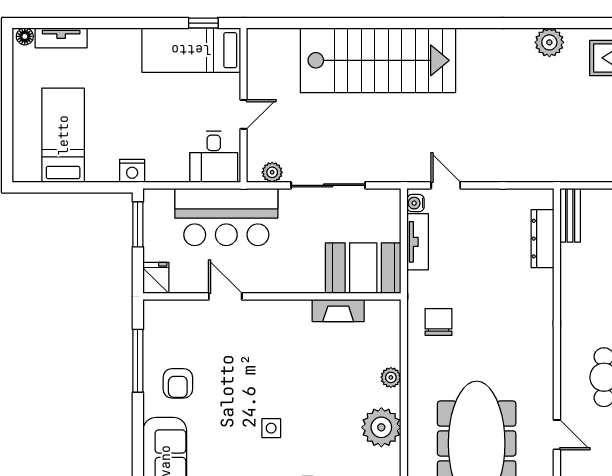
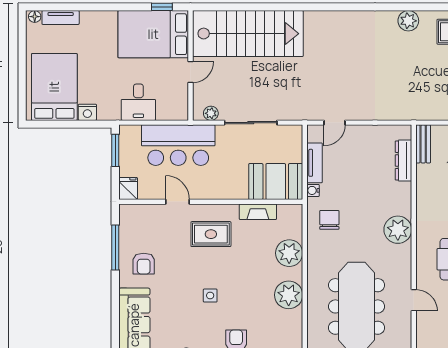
bed: (191, 50) -> (153, 34), width x1.50
stairs: (378, 60) -> (248, 34), moved
bed: (63, 135) -> (54, 87), width x1.50
desk: (214, 157) -> (138, 102), moved
nightstand: (132, 171) -> (87, 112), moved
door: (446, 185) -> (335, 123), swing flipped
water cooler: (416, 203) -> (313, 190), moved
plant: (535, 336) -> (398, 230), added
rug: (272, 342) -> (211, 234), added
plant: (391, 377) -> (289, 253), width x1.88, depth x1.88

